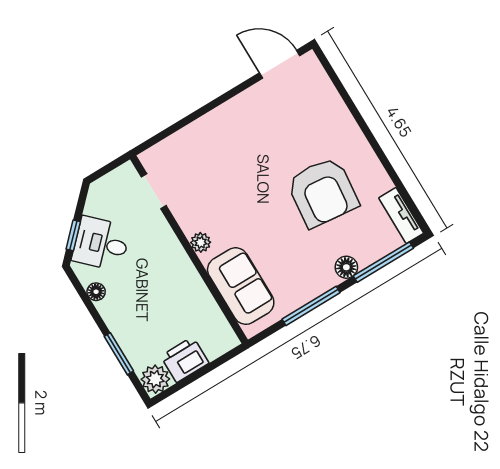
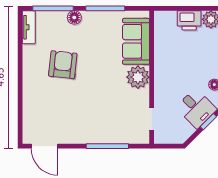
window: (193, 117) -> (107, 146), added
armchair: (323, 192) -> (63, 65), width x0.73, depth x0.73
plant: (201, 242) -> (138, 77), width x1.88, depth x1.88

